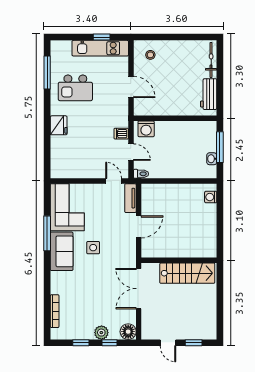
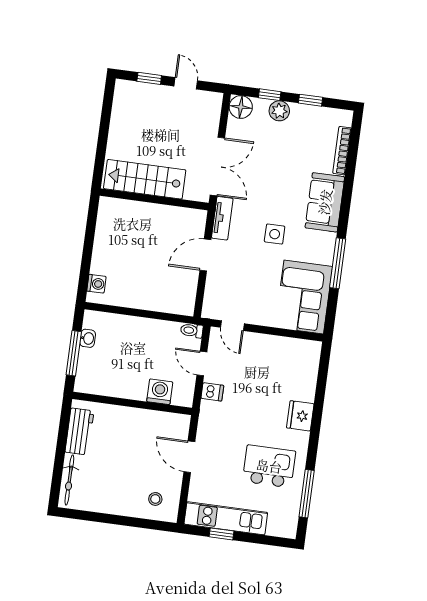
washing machine: (146, 129) -> (160, 392), moved
tv unit: (130, 198) -> (222, 218), moved
sofa: (62, 251) -> (325, 202), moved

